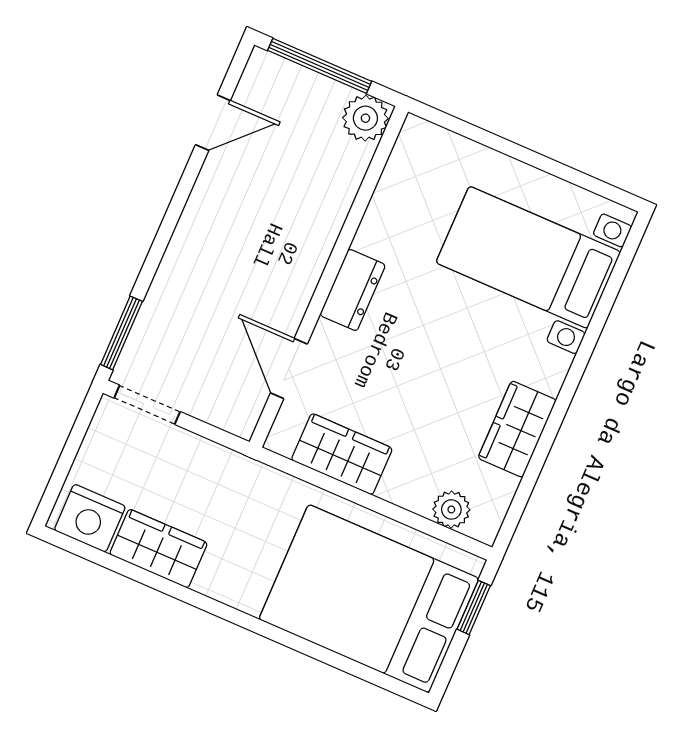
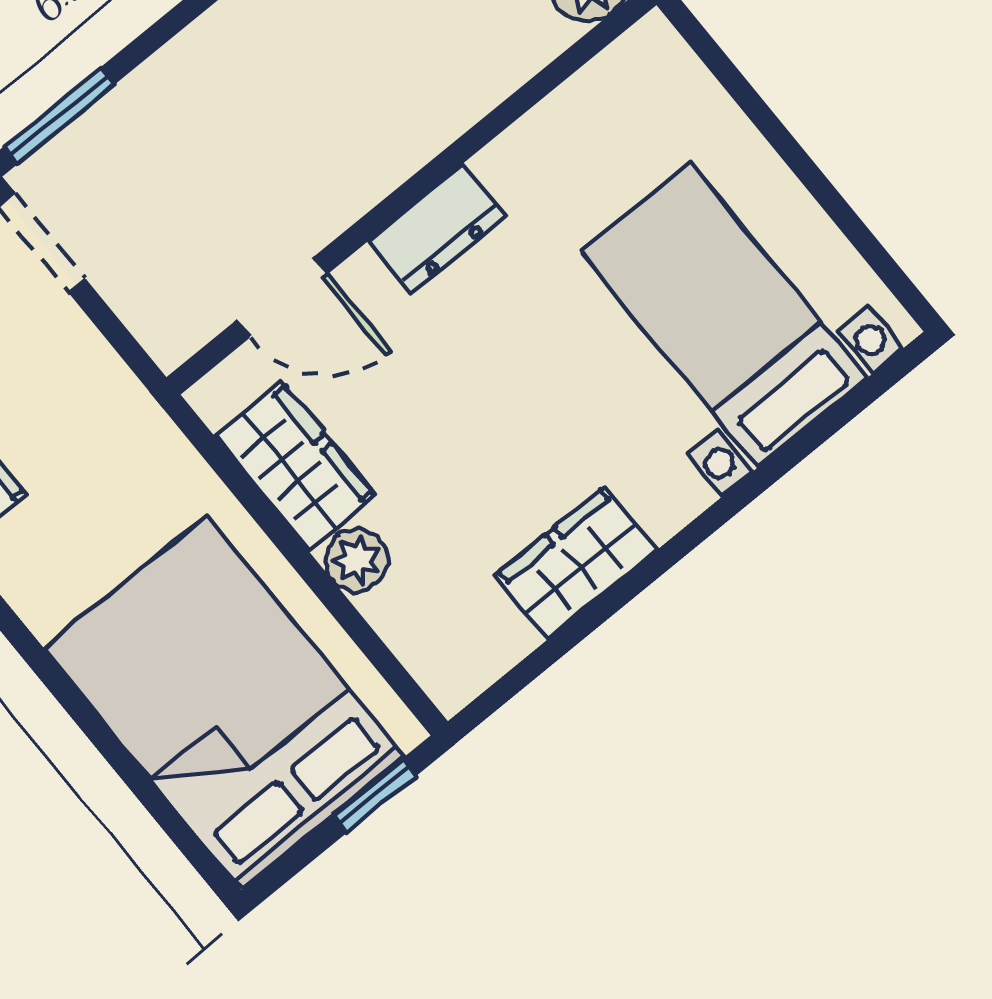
door: (289, 368) -> (282, 297), swing flipped
plant: (451, 509) -> (357, 560), moved

